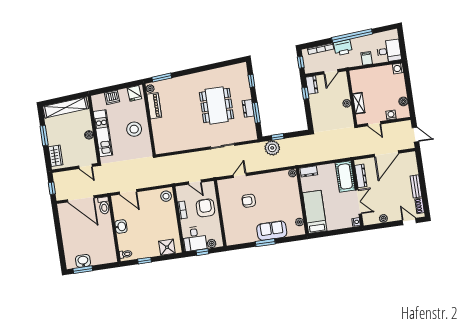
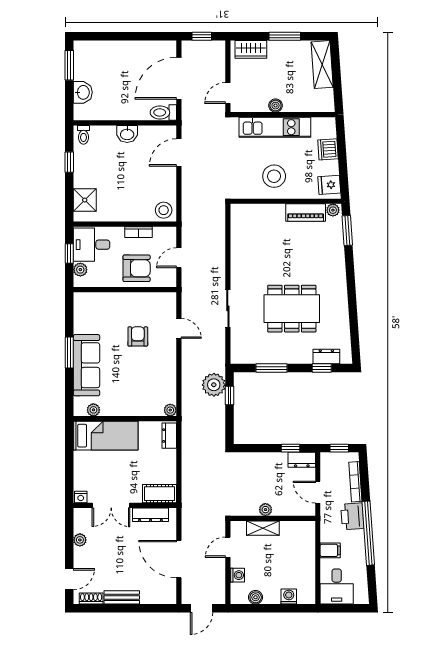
washing machine: (398, 68) -> (289, 596), moved
shelving: (66, 108) -> (322, 65), width x0.68
dresser: (248, 108) -> (326, 356), moved
cot: (345, 176) -> (159, 494), width x0.73, depth x0.75
sofa: (272, 231) -> (86, 365), width x1.36
washbasin: (83, 261) -> (83, 92), moved

